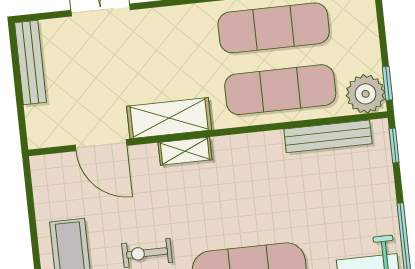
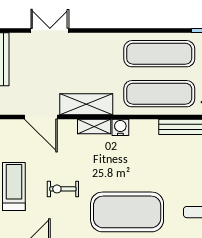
water cooler: (226, 148) -> (120, 127), added

